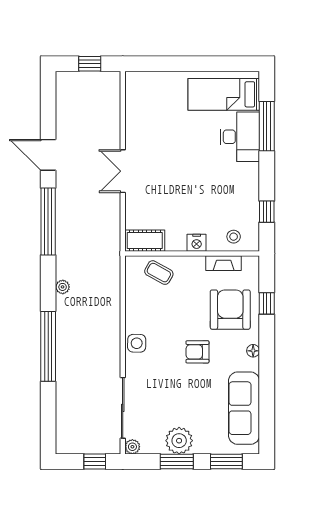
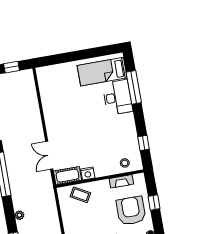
double door: (123, 171) -> (49, 155), moved
nightstand: (197, 243) -> (88, 174), moved

